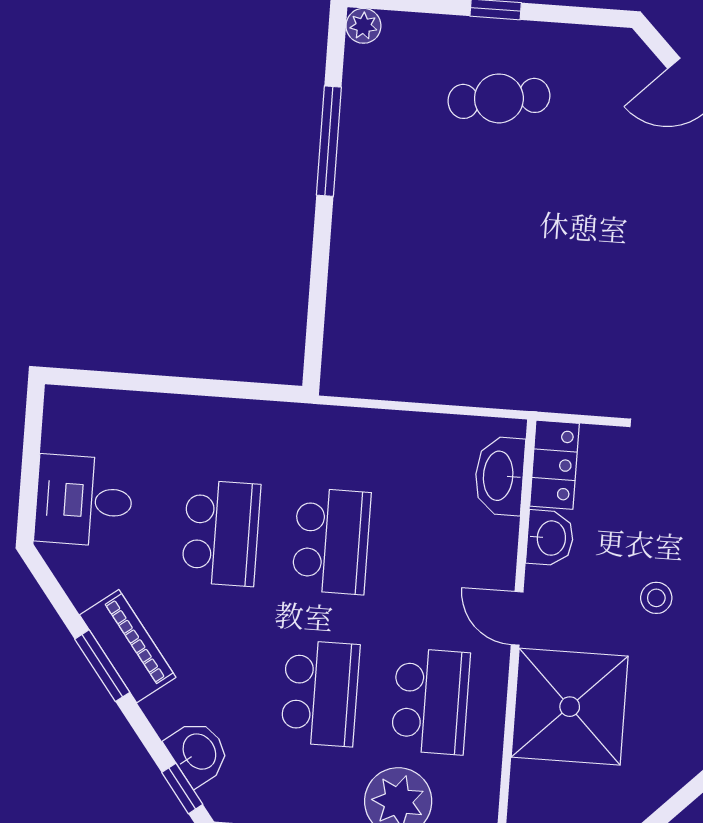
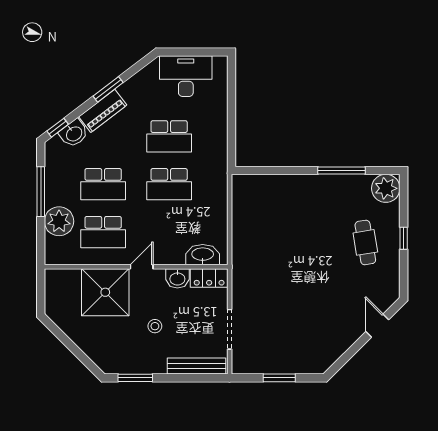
plant: (363, 26) -> (386, 188), width x1.87, depth x1.87
desk: (84, 501) -> (186, 76), width x1.37
piano: (128, 646) -> (103, 111), moved

